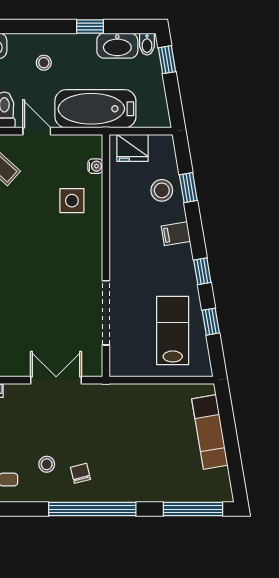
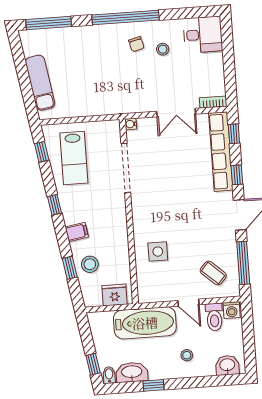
water cooler: (95, 166) -> (131, 124), moved
window: (211, 322) -> (42, 152), moved
double door: (56, 380) -> (176, 113), moved

